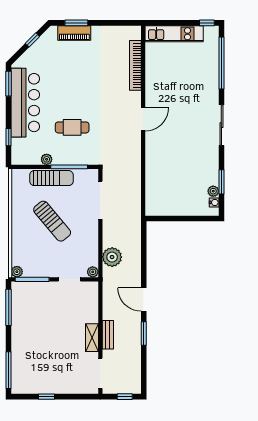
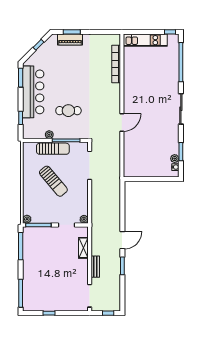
door: (143, 119) -> (122, 123), moved
plant: (112, 257) -> (98, 208), removed
door: (144, 300) -> (122, 240), swing flipped
shelving: (92, 338) -> (83, 248), moved

